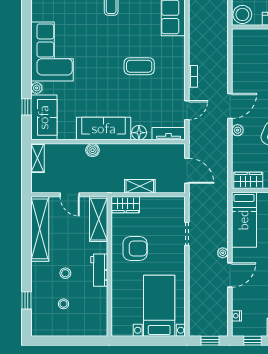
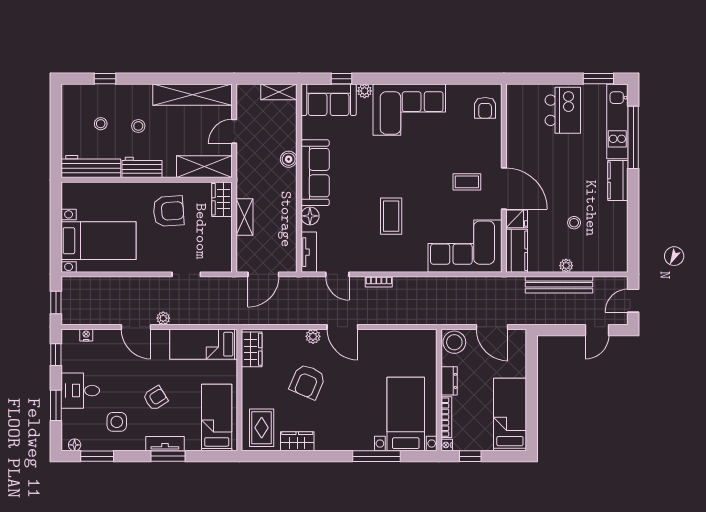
armchair: (135, 248) -> (168, 211), turned -94
workbench: (98, 312) -> (91, 166), added

